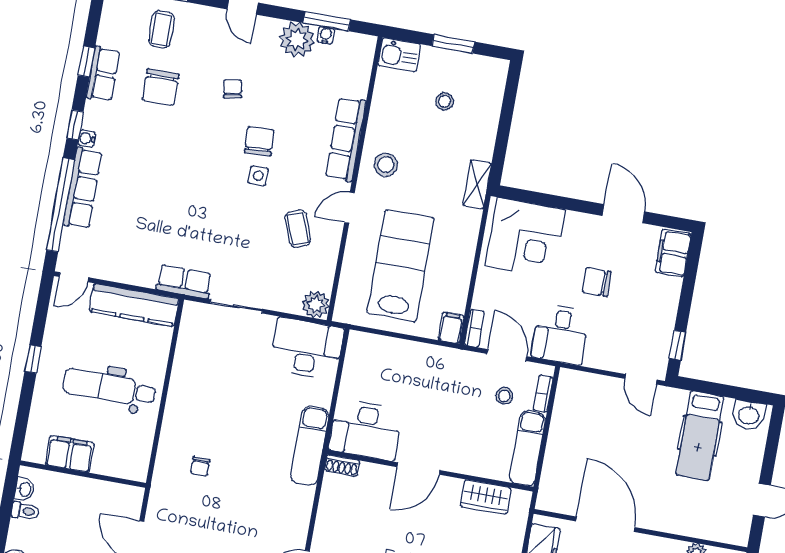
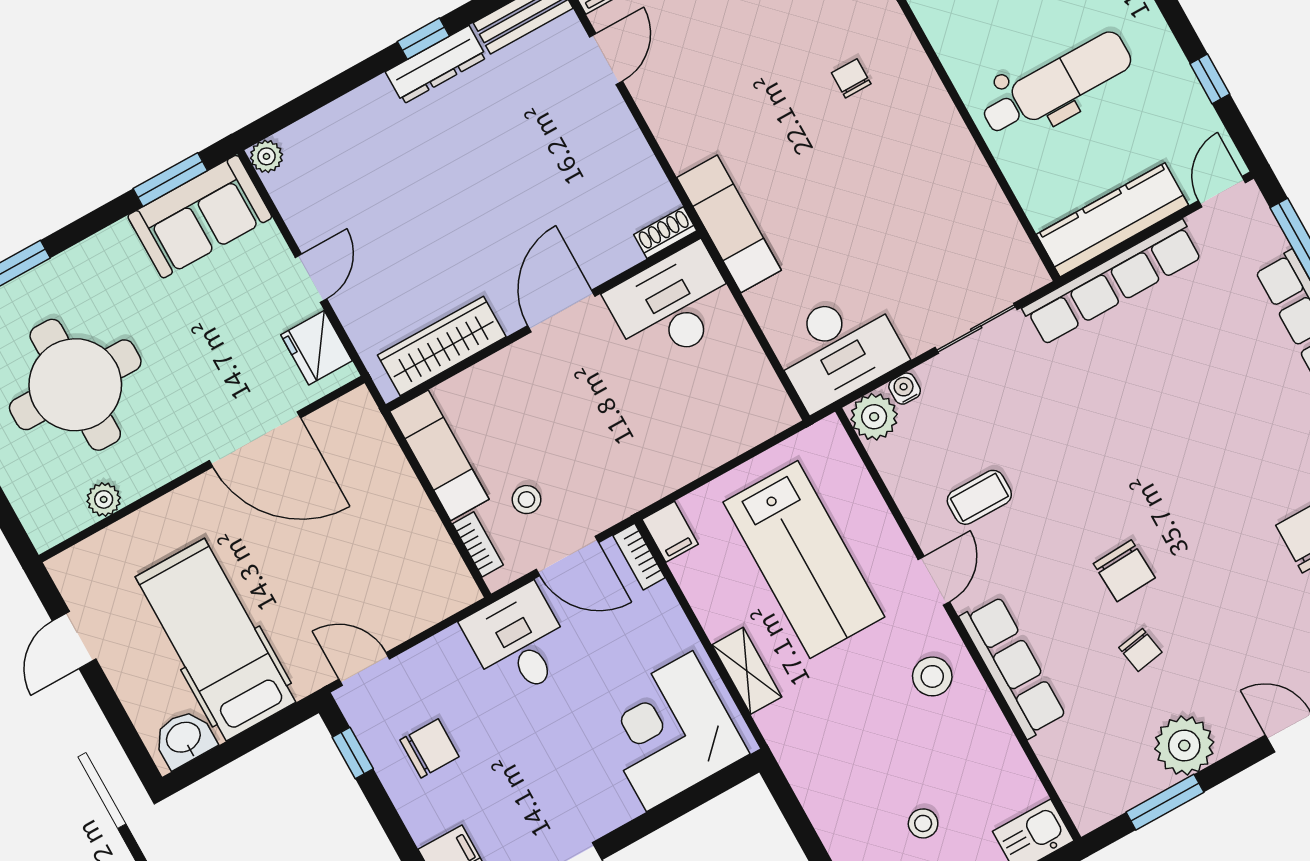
water cooler: (326, 35) -> (905, 389), moved, turned 180
chair: (233, 89) -> (1140, 650), moved
side table: (258, 176) -> (1089, 524), removed
shelving: (477, 184) -> (747, 671), moved
coffee table: (298, 229) -> (979, 497), turned -69
row of seats: (184, 282) -> (1112, 282), width x2.02
chair: (597, 282) -> (430, 748), moved
window: (33, 359) -> (1210, 79), moved
hospital bed: (700, 436) -> (215, 640), width x1.37, depth x1.29
wardrobe: (486, 497) -> (442, 346), width x1.50

